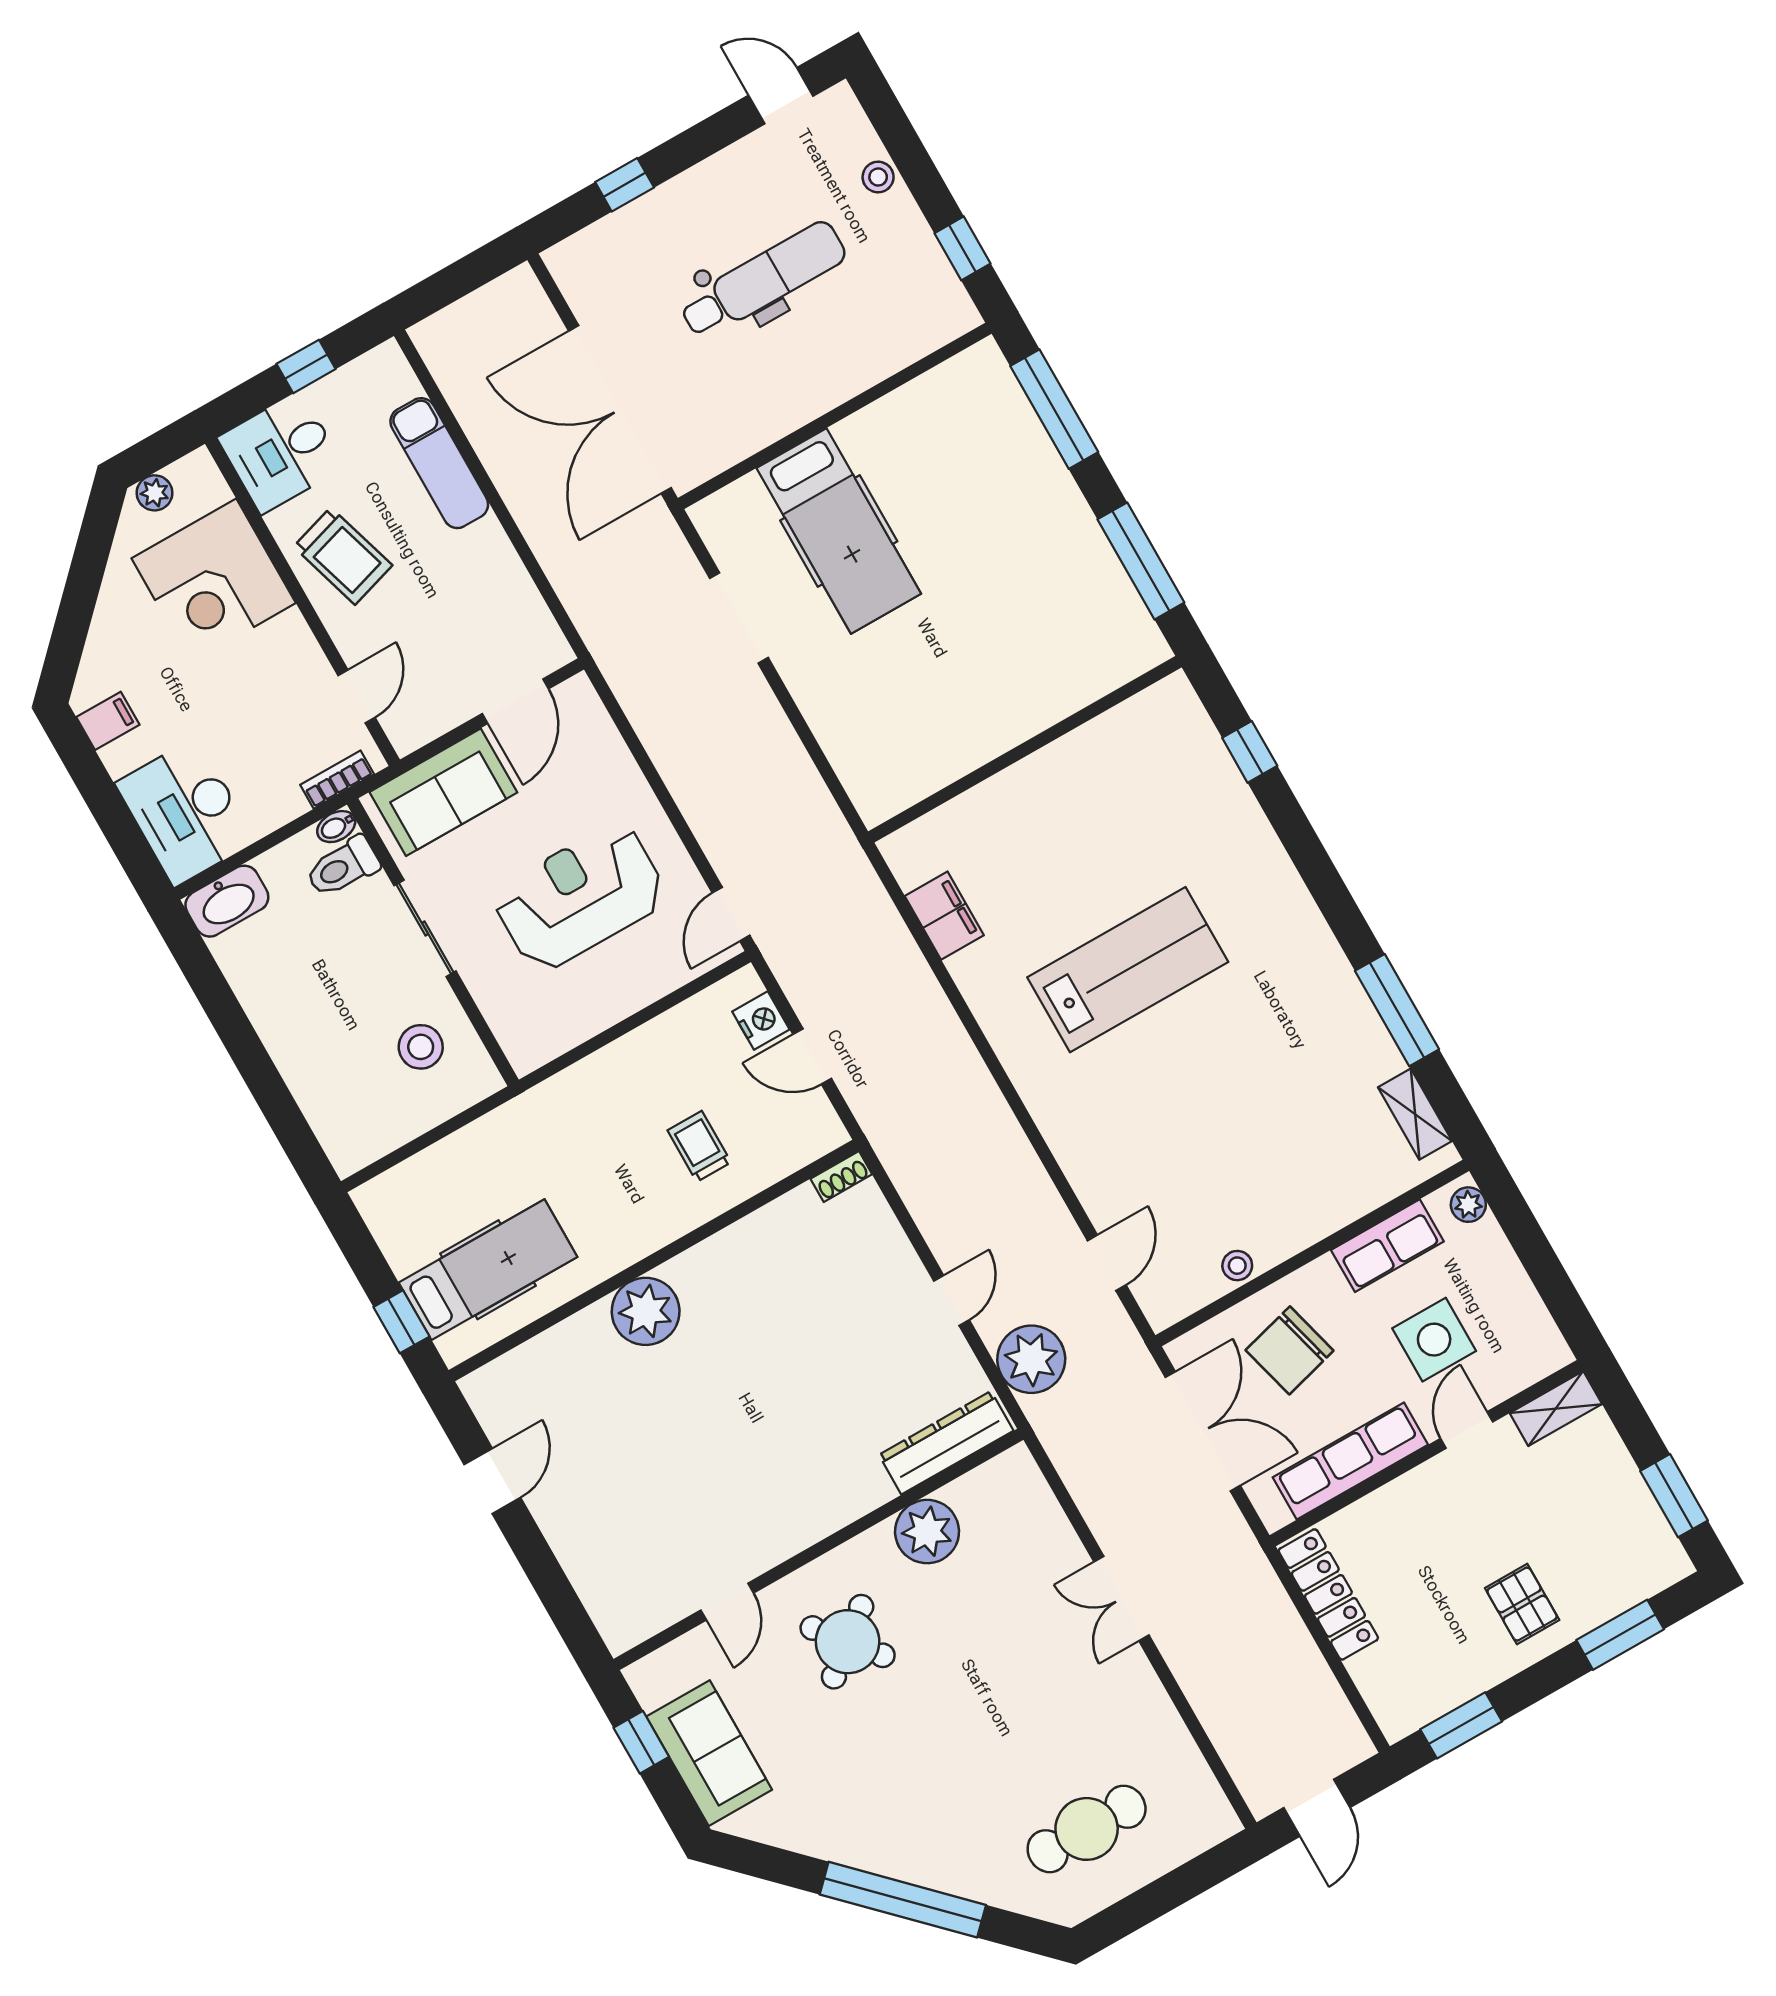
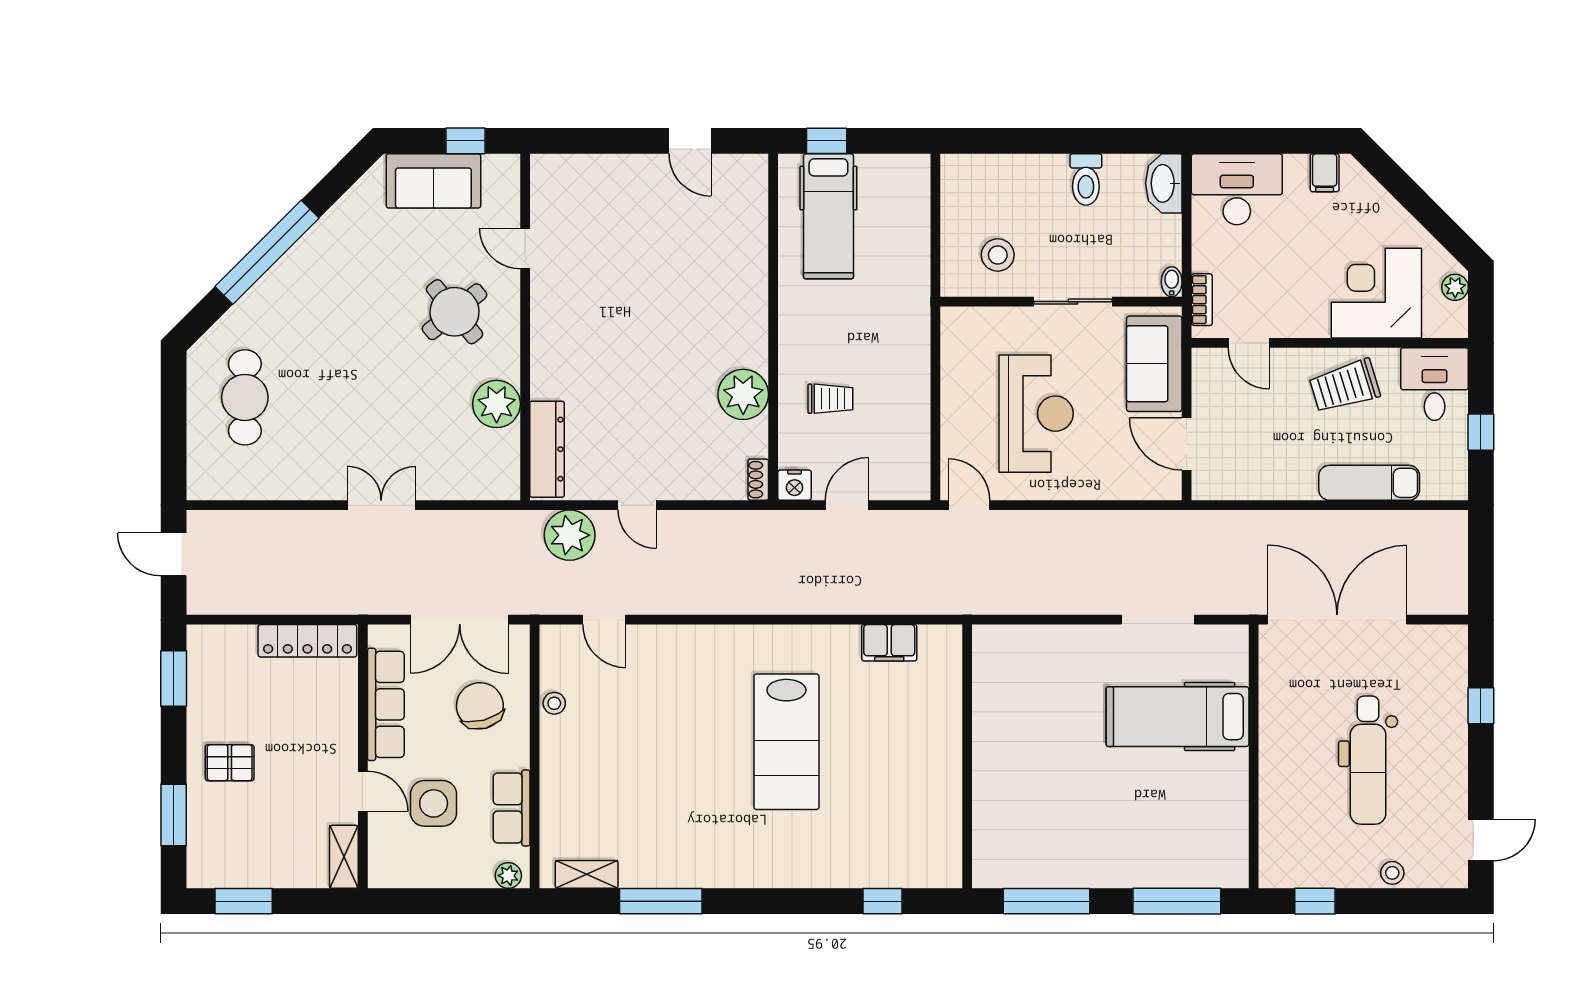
toilet: (343, 867) -> (1086, 180), moved, turned 180
nightstand: (761, 1021) -> (795, 485), moved
plant: (646, 1311) -> (743, 394), moved

